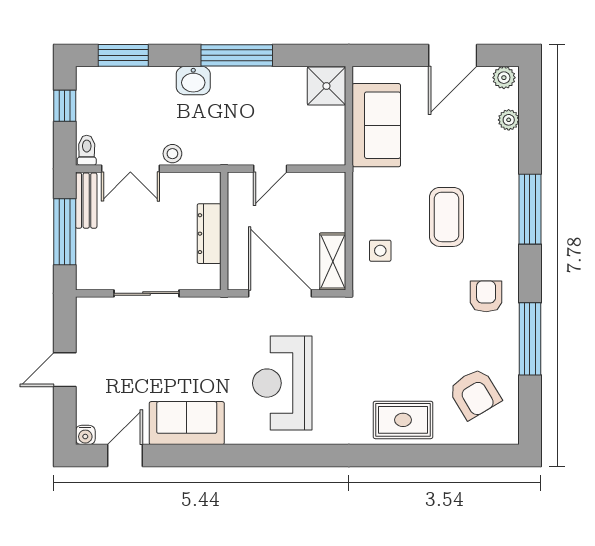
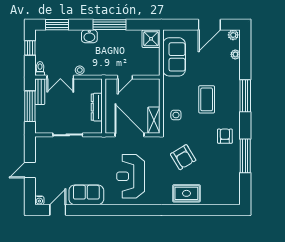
armchair: (475, 394) -> (183, 157), moved

